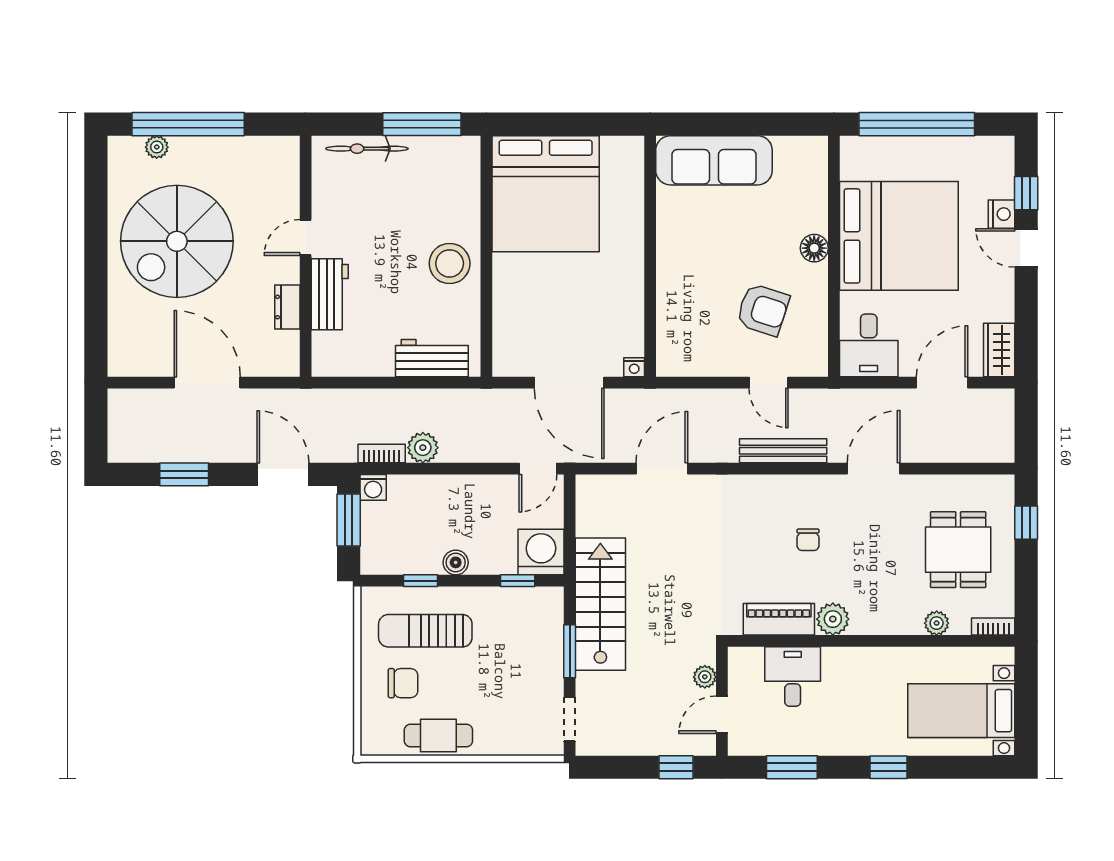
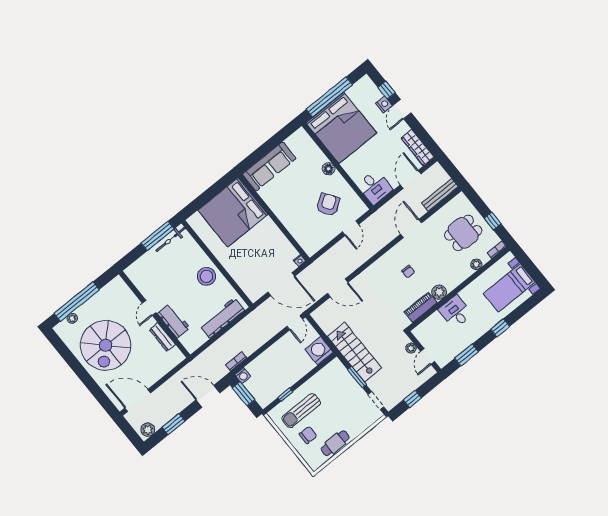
bicycle: (367, 149) -> (171, 239), moved
bed: (546, 194) -> (233, 212), moved, turned 90
bed: (899, 236) -> (341, 128), moved, turned 90
door: (1026, 248) -> (402, 109), hinge flipped
dresser: (287, 307) -> (162, 337), width x1.44
armchair: (763, 310) -> (328, 205), turned -52
wardrobe: (999, 350) -> (418, 147), width x1.50
workbench: (432, 358) -> (222, 318), width x1.37
door: (207, 383) -> (138, 400), moved
door: (769, 383) -> (350, 228), hinge flipped
plant: (423, 448) -> (148, 430), moved
bench: (783, 451) -> (440, 195), moved
door: (662, 469) -> (338, 288), swing flipped
window: (1026, 523) -> (493, 221), moved
dining table: (958, 550) -> (463, 233), turned 90
boiler: (456, 562) -> (292, 378), removed
window: (518, 581) -> (319, 367), removed
desk: (793, 677) -> (455, 312), moved
window: (676, 767) -> (412, 399), moved

